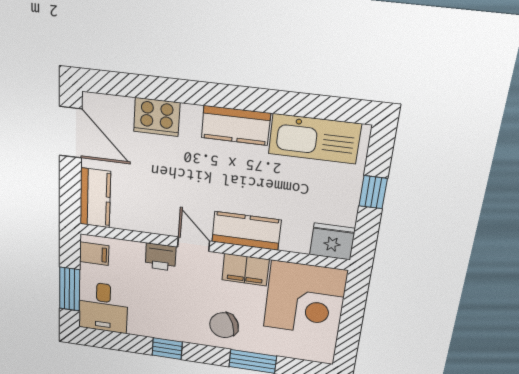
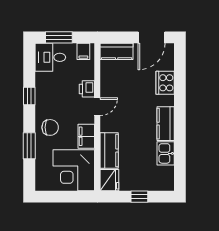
kitchen sink: (314, 139) -> (166, 153), width x0.53, depth x0.81
kitchen counter: (246, 231) -> (109, 151), moved
chair: (224, 325) -> (50, 127), turned 111

